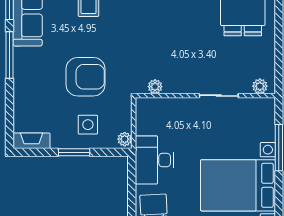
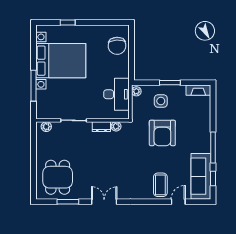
armchair: (86, 77) -> (162, 133), turned -90
dresser: (177, 86) -> (101, 127), added
desk: (154, 160) -> (117, 94), moved

